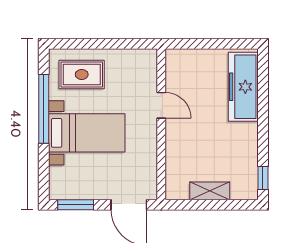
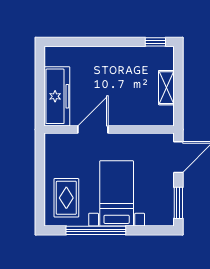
freezer: (243, 87) -> (57, 96), moved, turned -90
door: (161, 105) -> (93, 129), width x1.38

